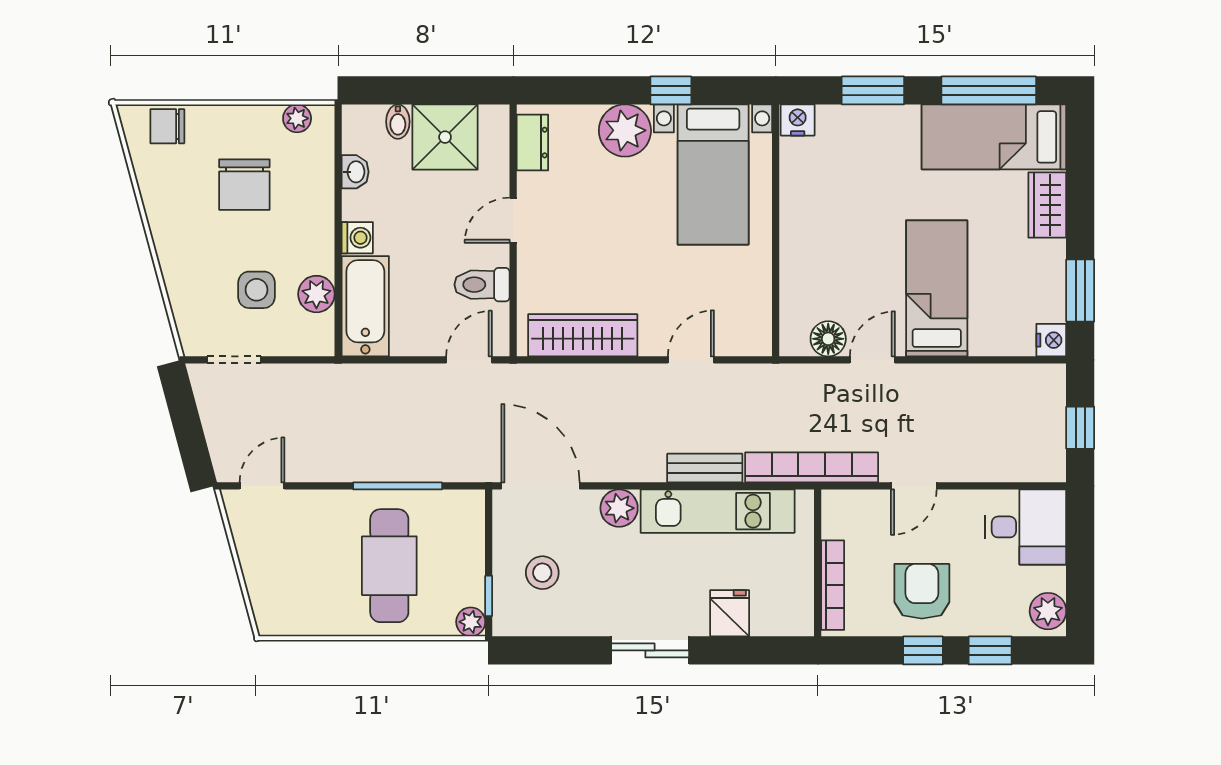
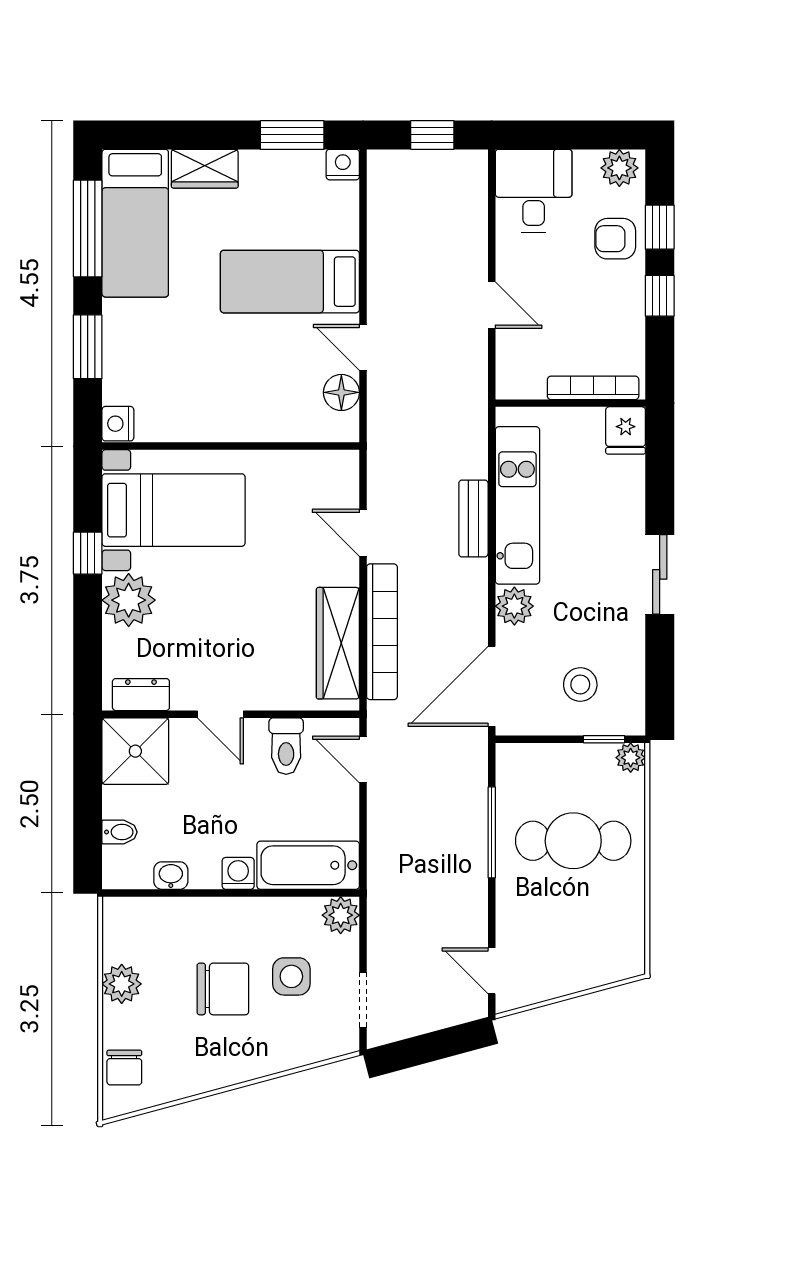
plant: (297, 118) -> (122, 984), moved, width x1.38, depth x1.38
shower: (445, 137) -> (135, 751), moved
chair: (244, 185) -> (223, 989), moved
plant: (316, 294) -> (341, 915), moved
bookcase: (812, 467) -> (382, 632), moved, turned 180
armchair: (922, 591) -> (615, 239), moved, width x0.72, depth x0.72
fridge: (730, 613) -> (626, 430), moved, turned -90

